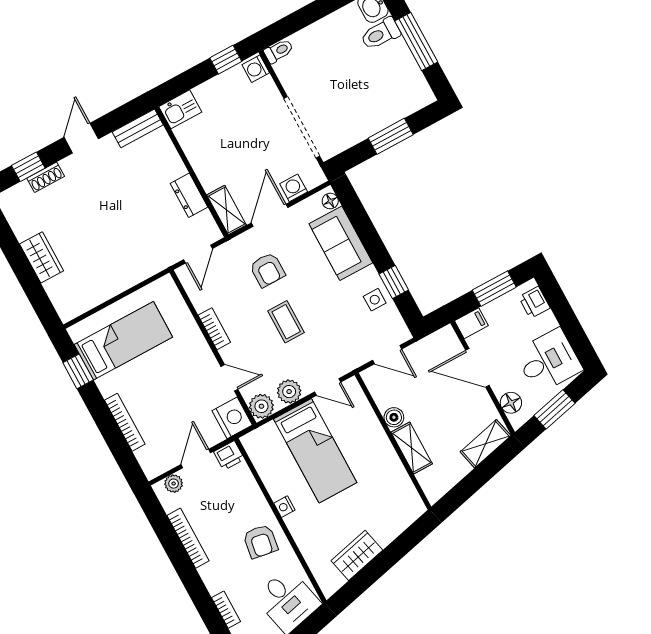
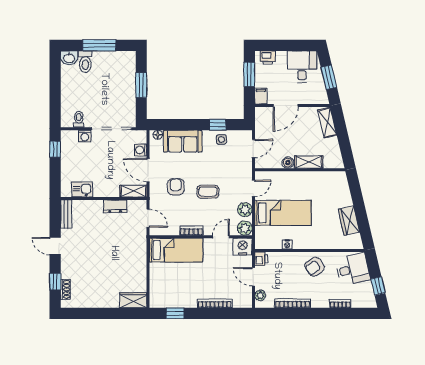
toilet: (279, 51) -> (79, 119), moved
washing machine: (256, 69) -> (85, 136), moved
kitchen sink: (180, 109) -> (82, 190), moved, turned -90
shoe rack: (46, 177) -> (65, 289), moved
wardrobe: (42, 257) -> (133, 300), moved
armchair: (267, 270) -> (176, 187), turned -90
bed: (123, 341) -> (176, 250), moved, turned 90
floor lamp: (511, 403) -> (313, 98), removed
nightstand: (284, 507) -> (287, 244), moved
armchair: (260, 541) -> (315, 267), turned 137

